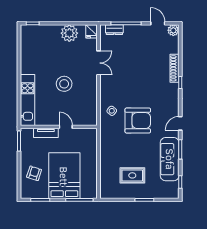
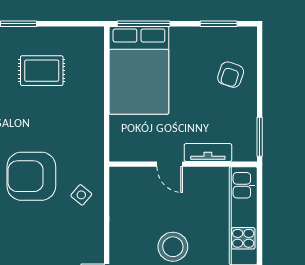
bed: (64, 176) -> (139, 70), moved

